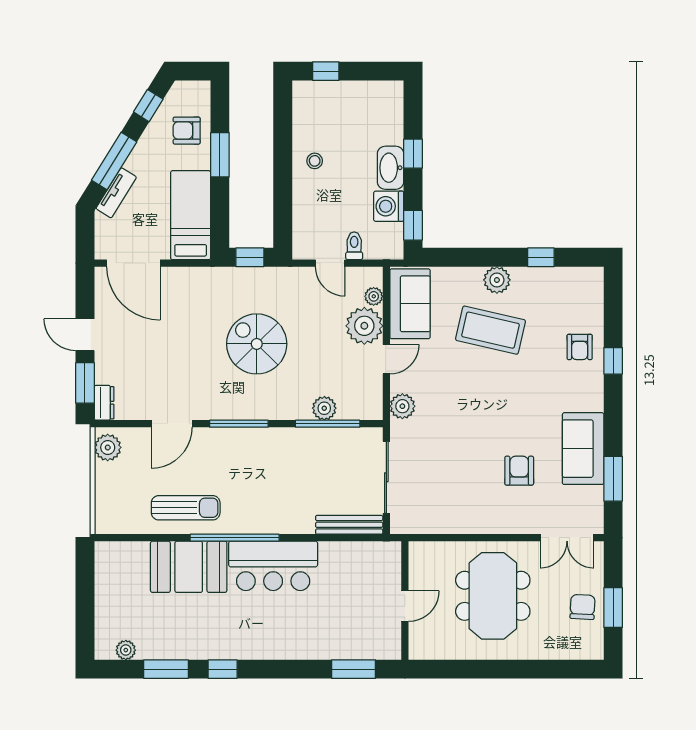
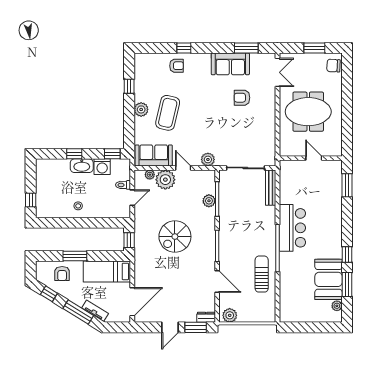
booth: (189, 567) -> (329, 279), moved
chair: (583, 607) -> (333, 66), moved

